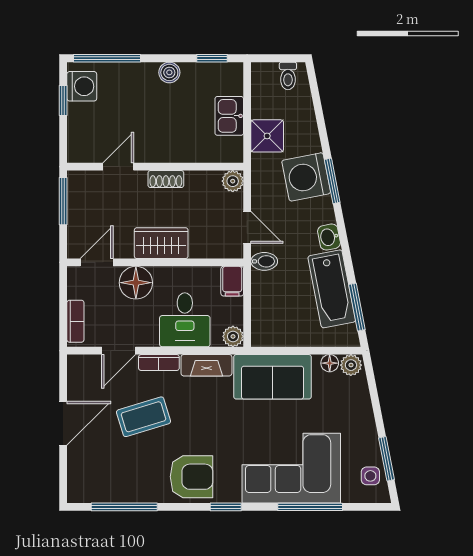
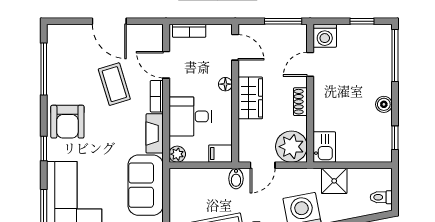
washing machine: (82, 86) -> (325, 36), moved
kitchen sink: (229, 116) -> (324, 147), moved, turned 90
door: (118, 167) -> (310, 64), swing flipped
plant: (233, 181) -> (291, 147), width x1.87, depth x1.87
floor lamp: (136, 283) -> (225, 84), width x0.53, depth x0.53

